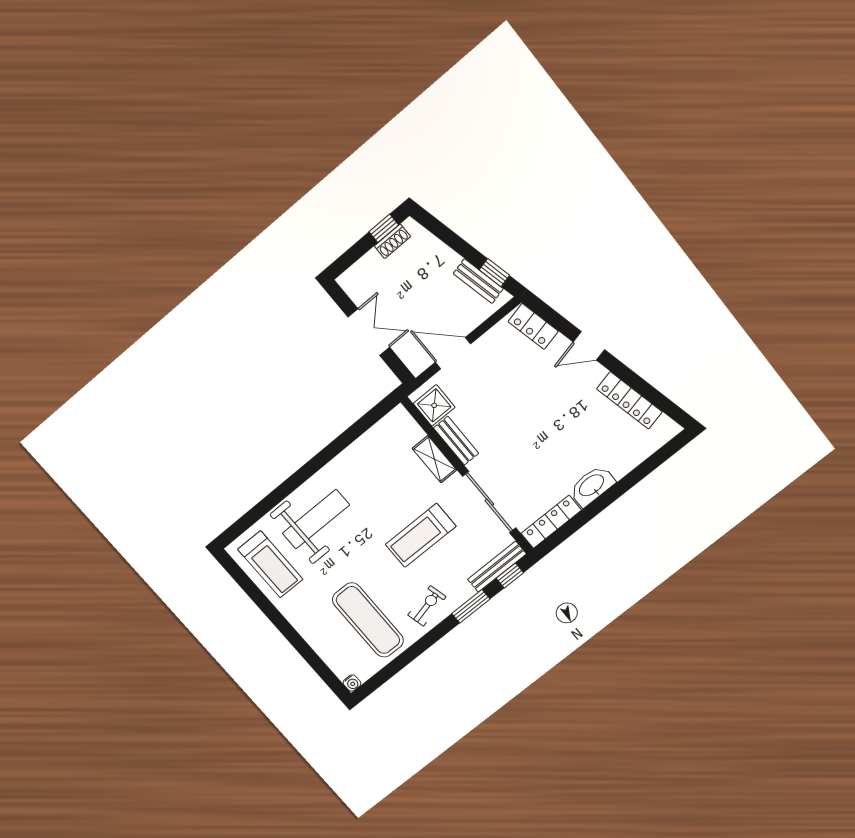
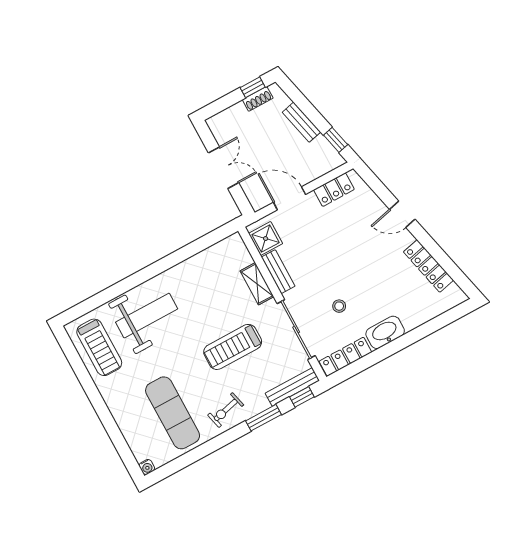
bench: (478, 281) -> (301, 122), moved
locker: (533, 326) -> (334, 190), moved, turned -77
stool: (534, 466) -> (339, 306), added
exercise bike: (427, 606) -> (226, 410), turned 180

